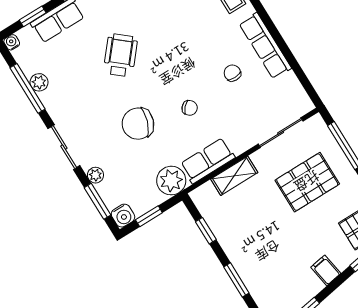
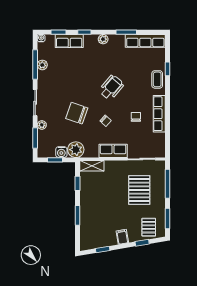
wheelchair: (120, 55) -> (111, 87), moved
row of seats: (208, 161) -> (113, 151), moved
shelving: (234, 176) -> (92, 166), moved
pallet: (307, 182) -> (139, 190), turned 90
water cooler: (123, 216) -> (61, 152), moved

